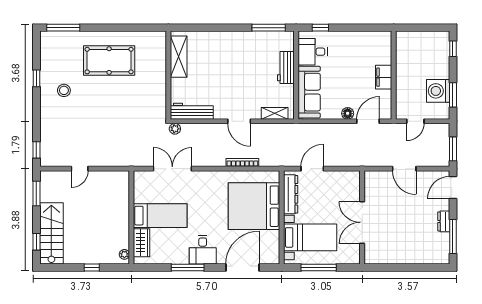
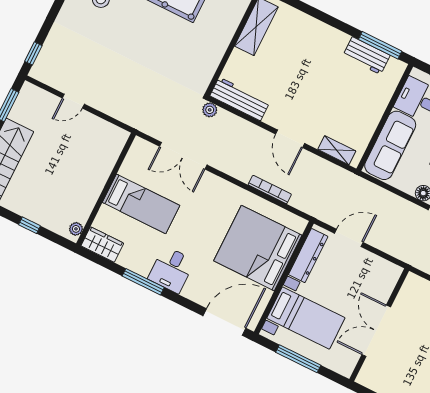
workbench: (286, 67) -> (366, 56), moved, turned -90
double door: (172, 169) -> (183, 156), swing flipped
wardrobe: (142, 243) -> (102, 244), moved, turned -90
door: (242, 268) -> (224, 322), moved

